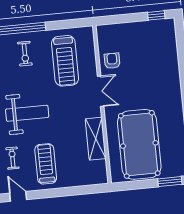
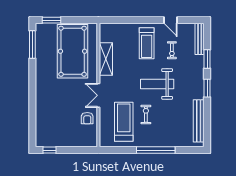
exercise bike: (25, 54) -> (146, 114), moved

